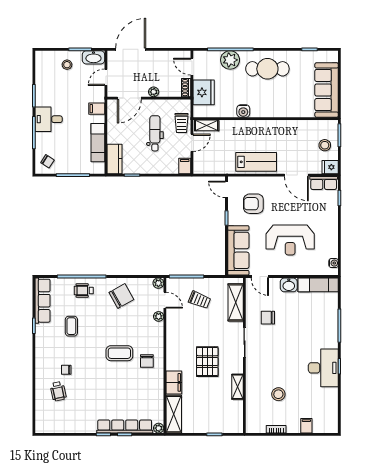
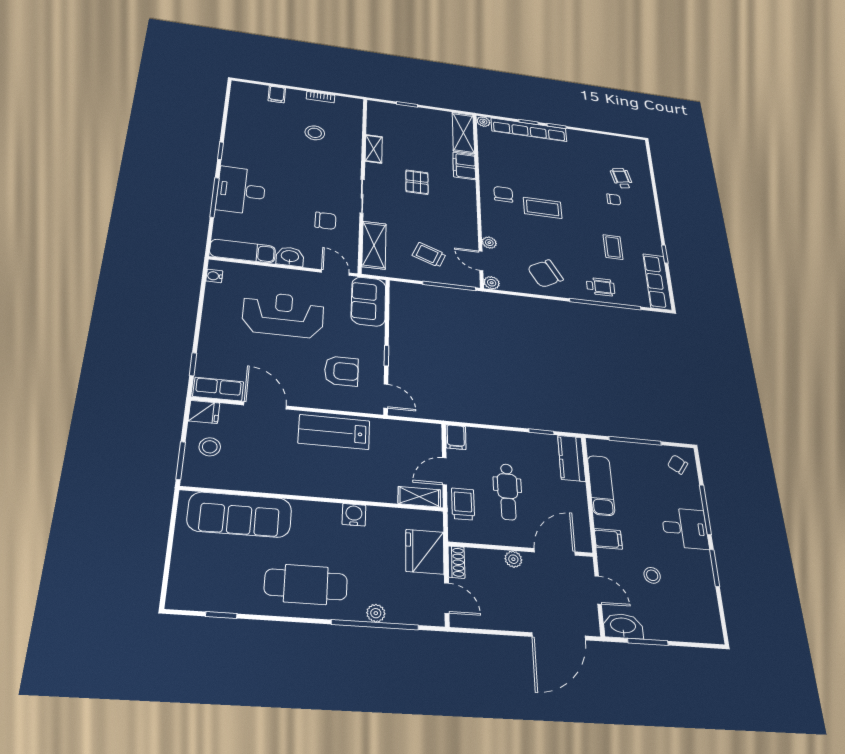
plant: (230, 60) -> (376, 613), width x0.53, depth x0.53
stool: (67, 65) -> (652, 575), moved
door: (106, 77) -> (598, 590), hinge flipped
sofa: (327, 90) -> (240, 515), moved, turned 90
sofa: (238, 250) -> (368, 301), width x0.73
pallet: (207, 362) -> (417, 182), width x0.67, depth x0.71
desk: (323, 368) -> (241, 190), moved

